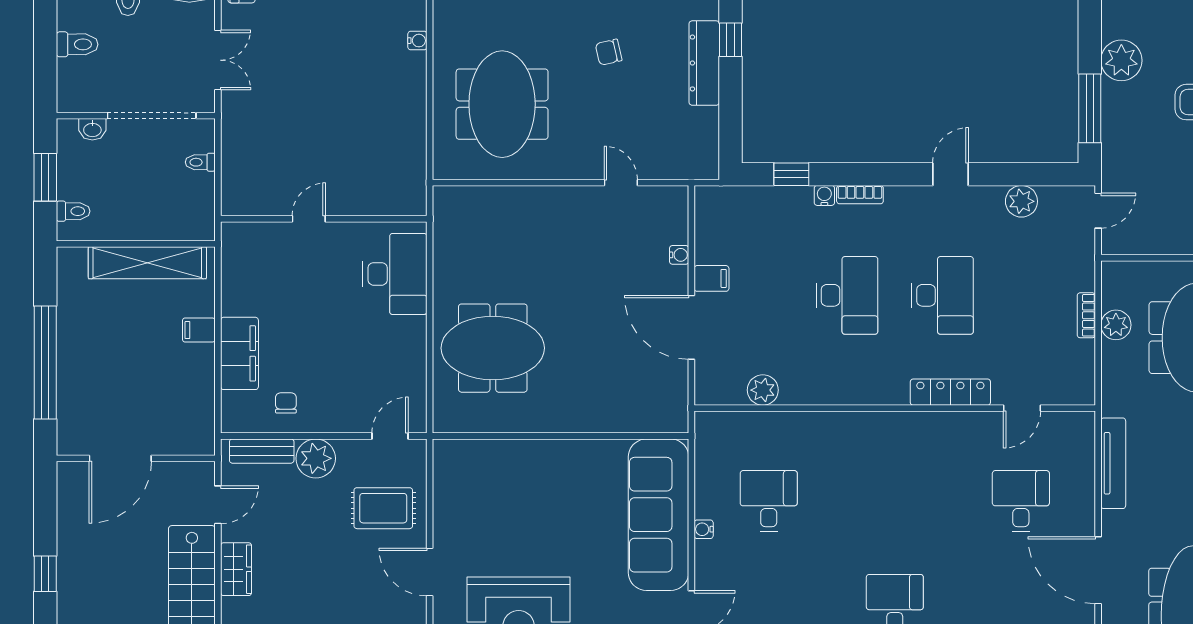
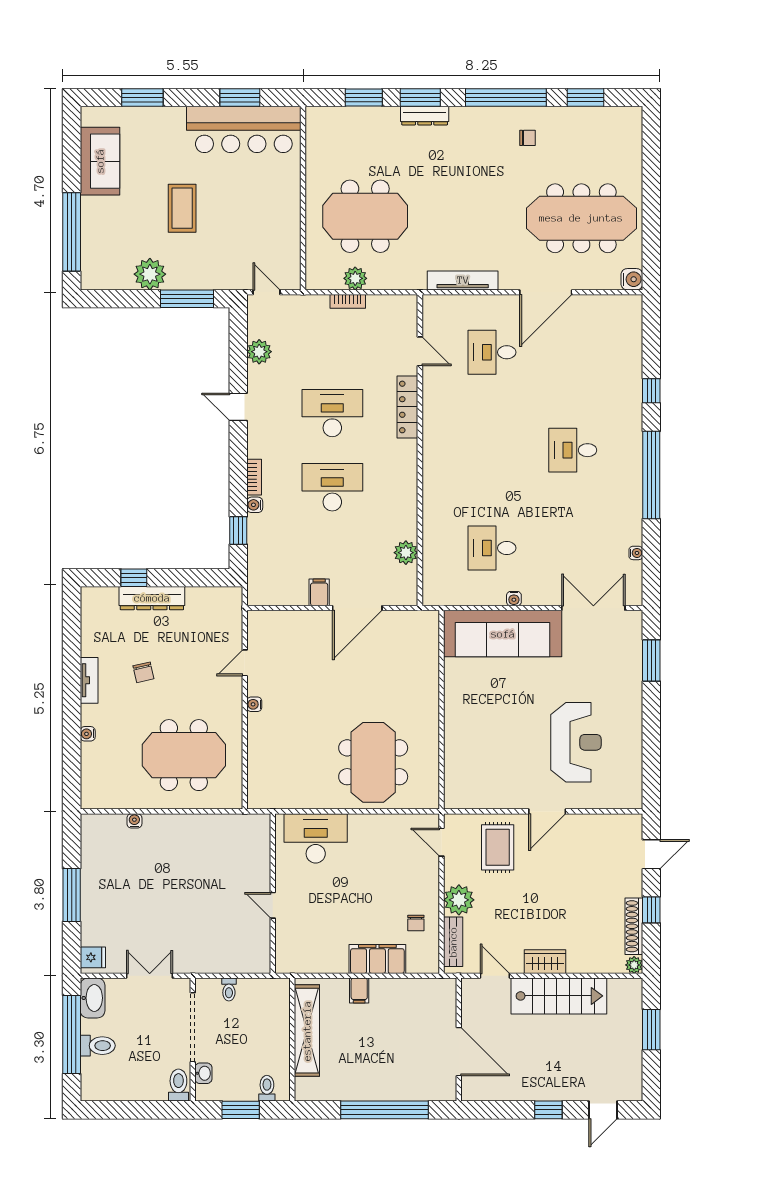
toilet: (77, 44) -> (178, 1085), moved
water cooler: (679, 255) -> (254, 704), moved, turned -90
chair: (286, 403) -> (416, 923), turned -90

